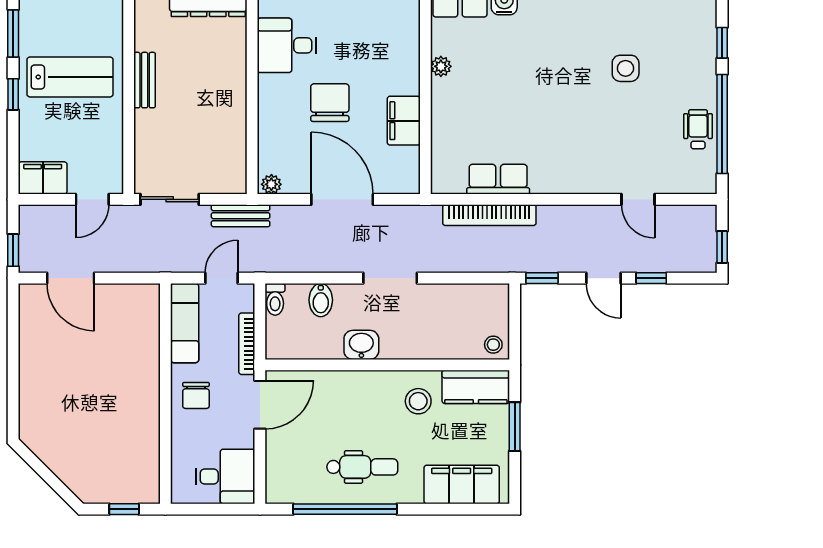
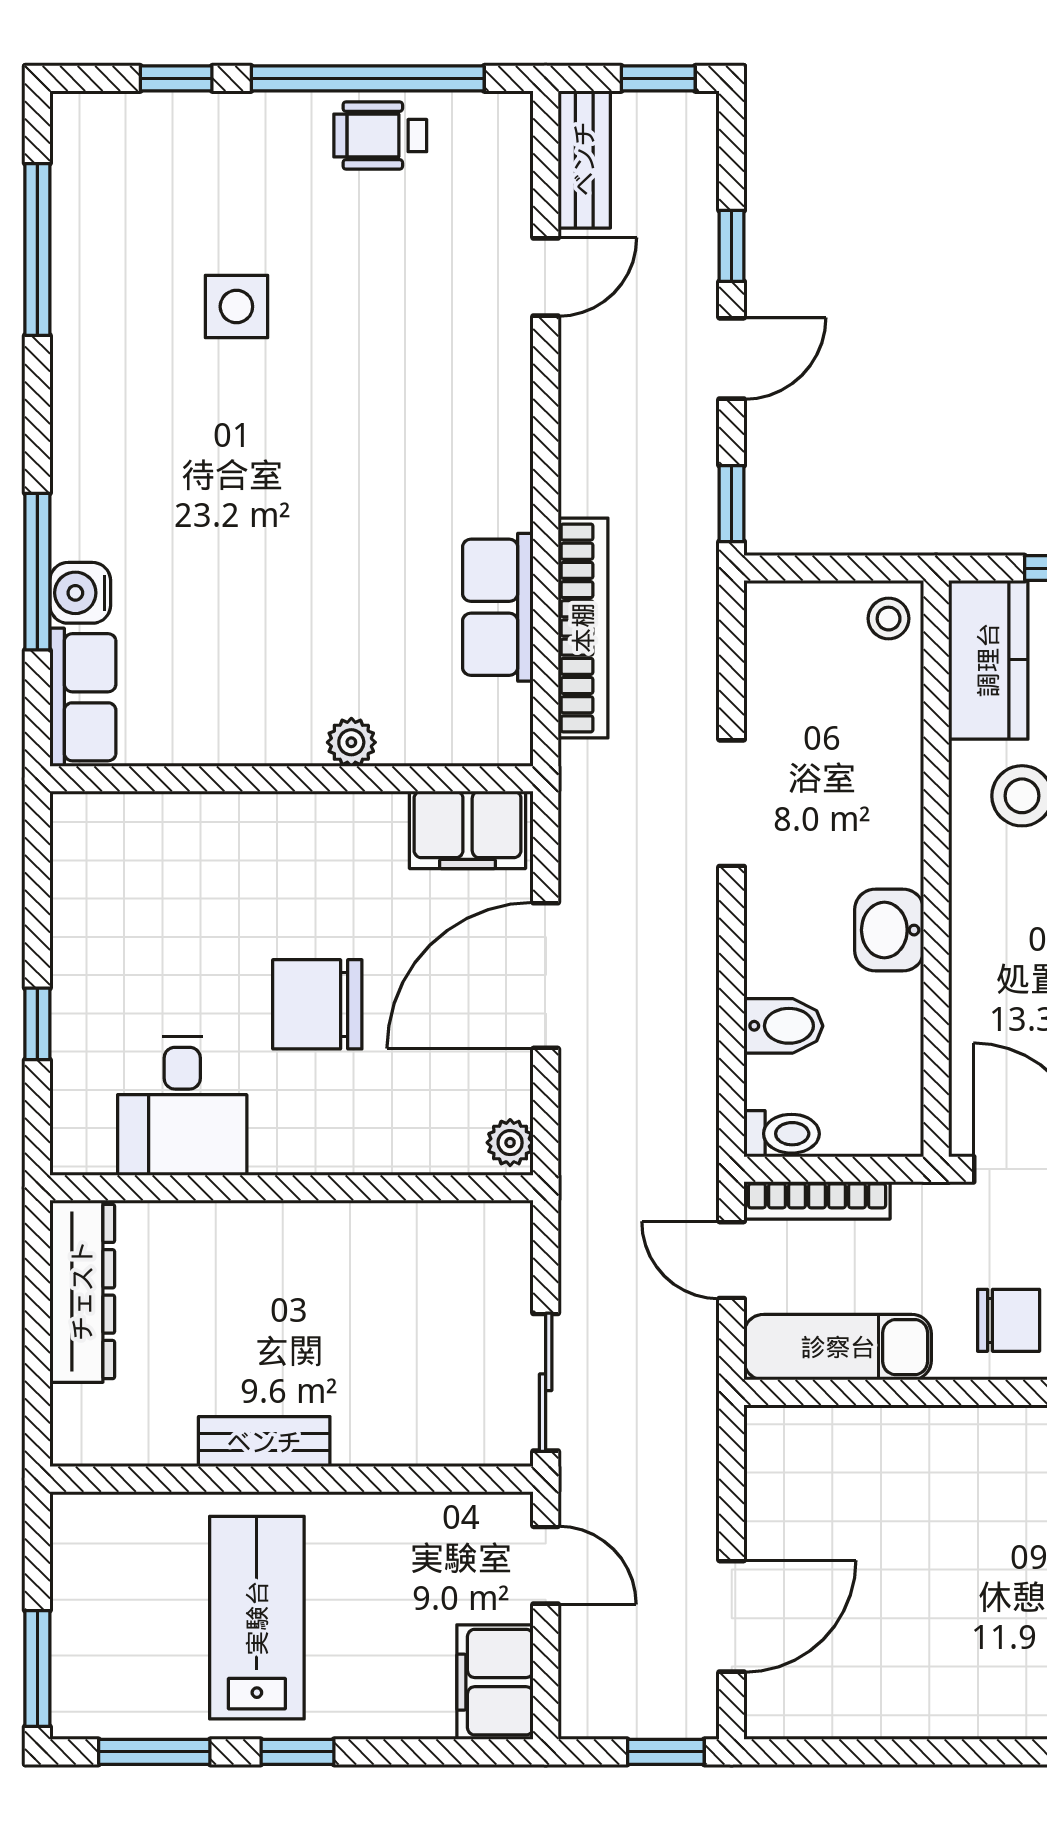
plant: (441, 66) -> (351, 742), moved
filing cabinet: (404, 121) -> (468, 830), moved
bench: (241, 216) -> (584, 159), moved
doorway: (390, 278) -> (732, 803), moved
bookcase: (247, 344) -> (817, 1200), moved

